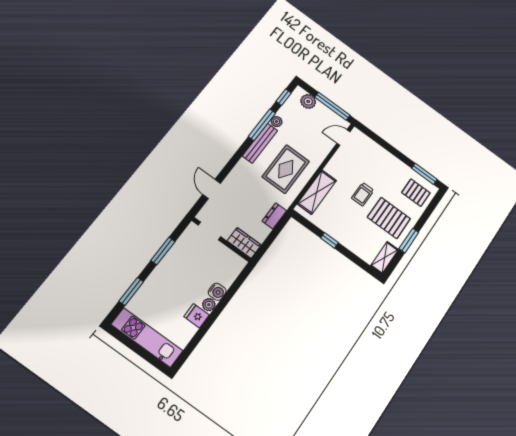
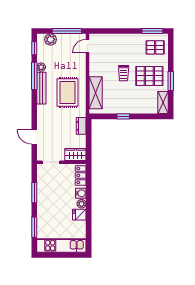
locker: (232, 271) -> (81, 175), added

